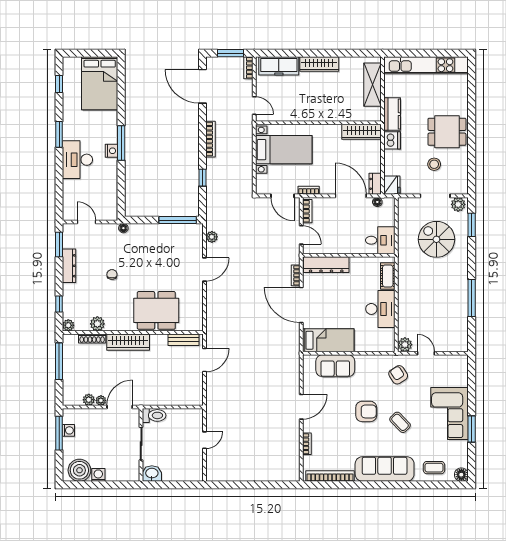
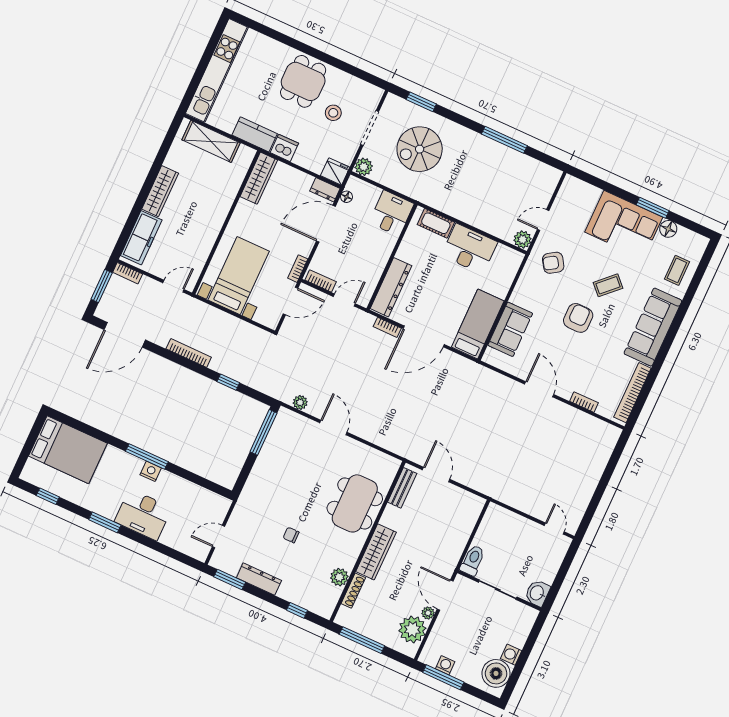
plant: (458, 204) -> (364, 167), moved
floor lamp: (123, 228) -> (244, 498), removed
plant: (68, 325) -> (326, 611), removed
plant: (89, 400) -> (412, 629), width x1.88, depth x1.88
door: (205, 440) -> (554, 529), moved
floor lamp: (461, 475) -> (668, 229), moved

